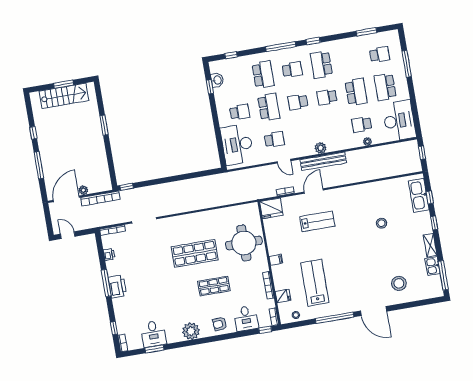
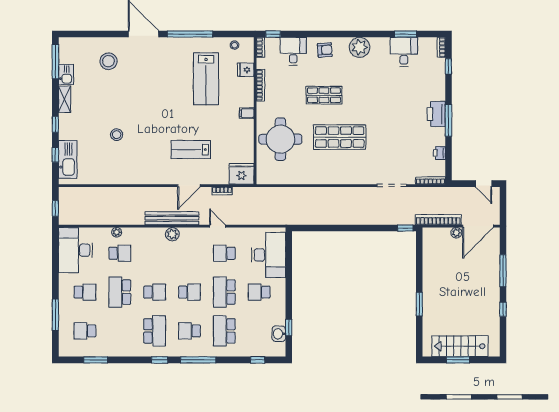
school desk: (385, 87) -> (85, 292), width x0.54

